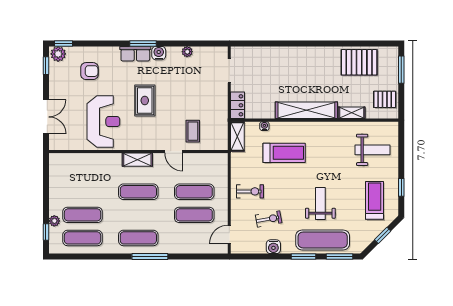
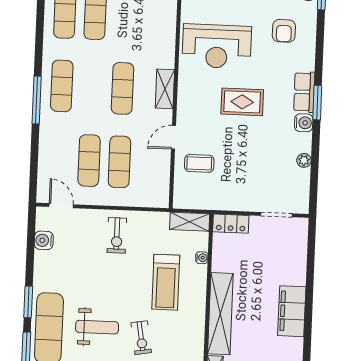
filing cabinet: (302, 56) -> (292, 311), added
exercise bike: (269, 219) -> (141, 338), moved
water cooler: (273, 247) -> (44, 240), moved

